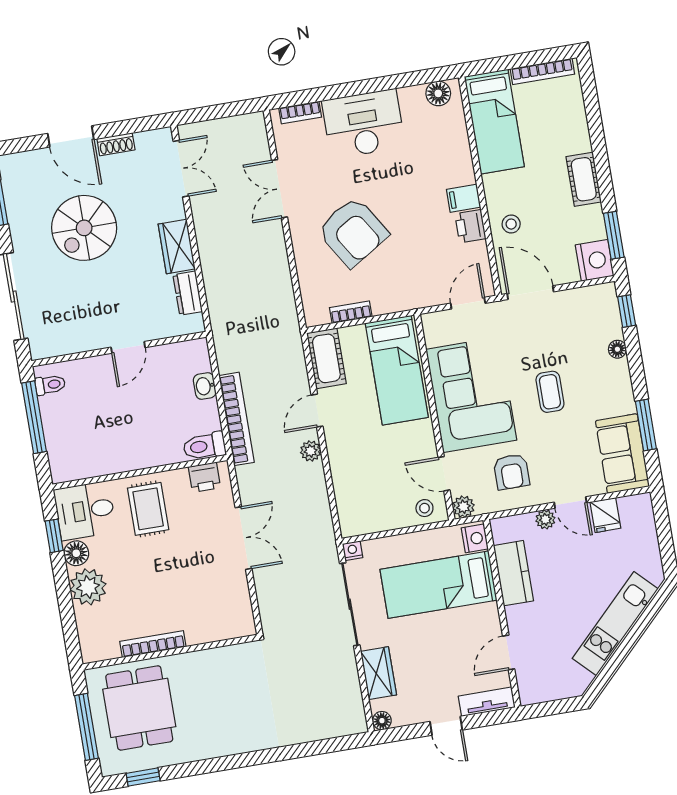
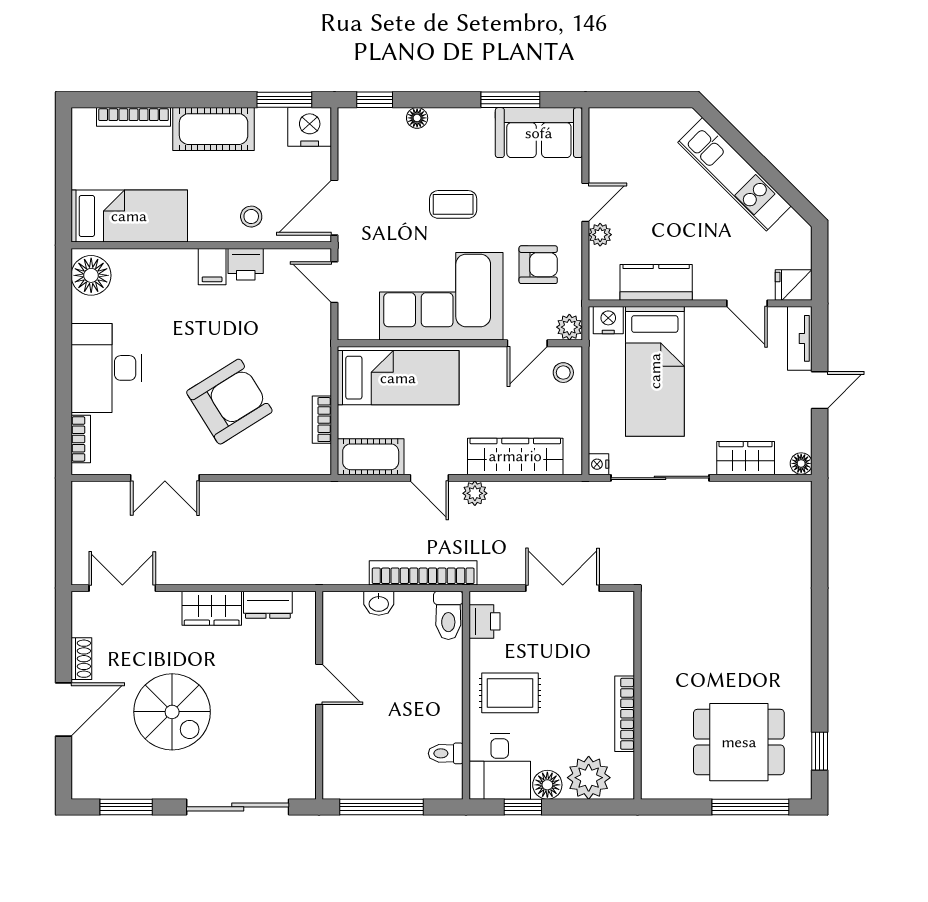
bookcase: (542, 71) -> (134, 117), moved, turned 90
floor lamp: (438, 93) -> (91, 275), width x1.38, depth x1.38
cot: (584, 179) -> (214, 129), width x1.37, depth x1.34
toilet: (50, 385) -> (446, 753), moved, turned -90
wardrobe: (347, 480) -> (515, 456), added
fridge: (605, 515) -> (794, 285), moved, turned 180
bookcase: (153, 644) -> (625, 714), moved
wall: (170, 652) -> (637, 695), moved

